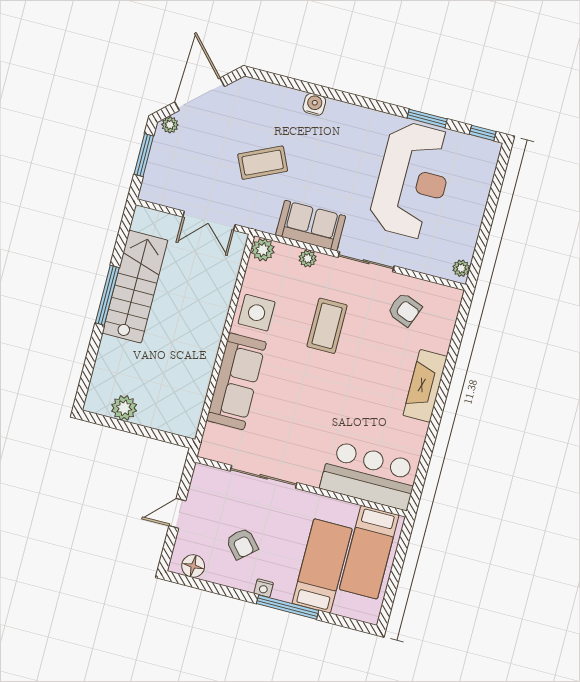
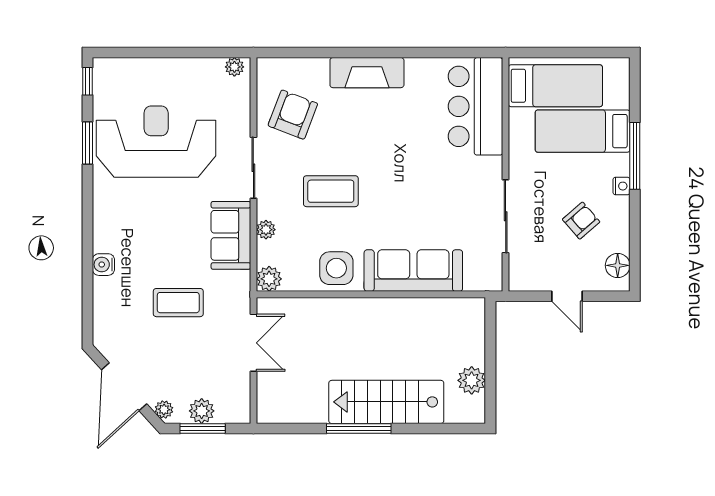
door: (200, 94) -> (124, 387), hinge flipped
plant: (160, 158) -> (202, 411), added
coffee table: (263, 163) -> (178, 303), turned -65
stairs: (135, 287) -> (386, 402), moved
armchair: (405, 310) -> (293, 115), width x1.38, depth x1.38

